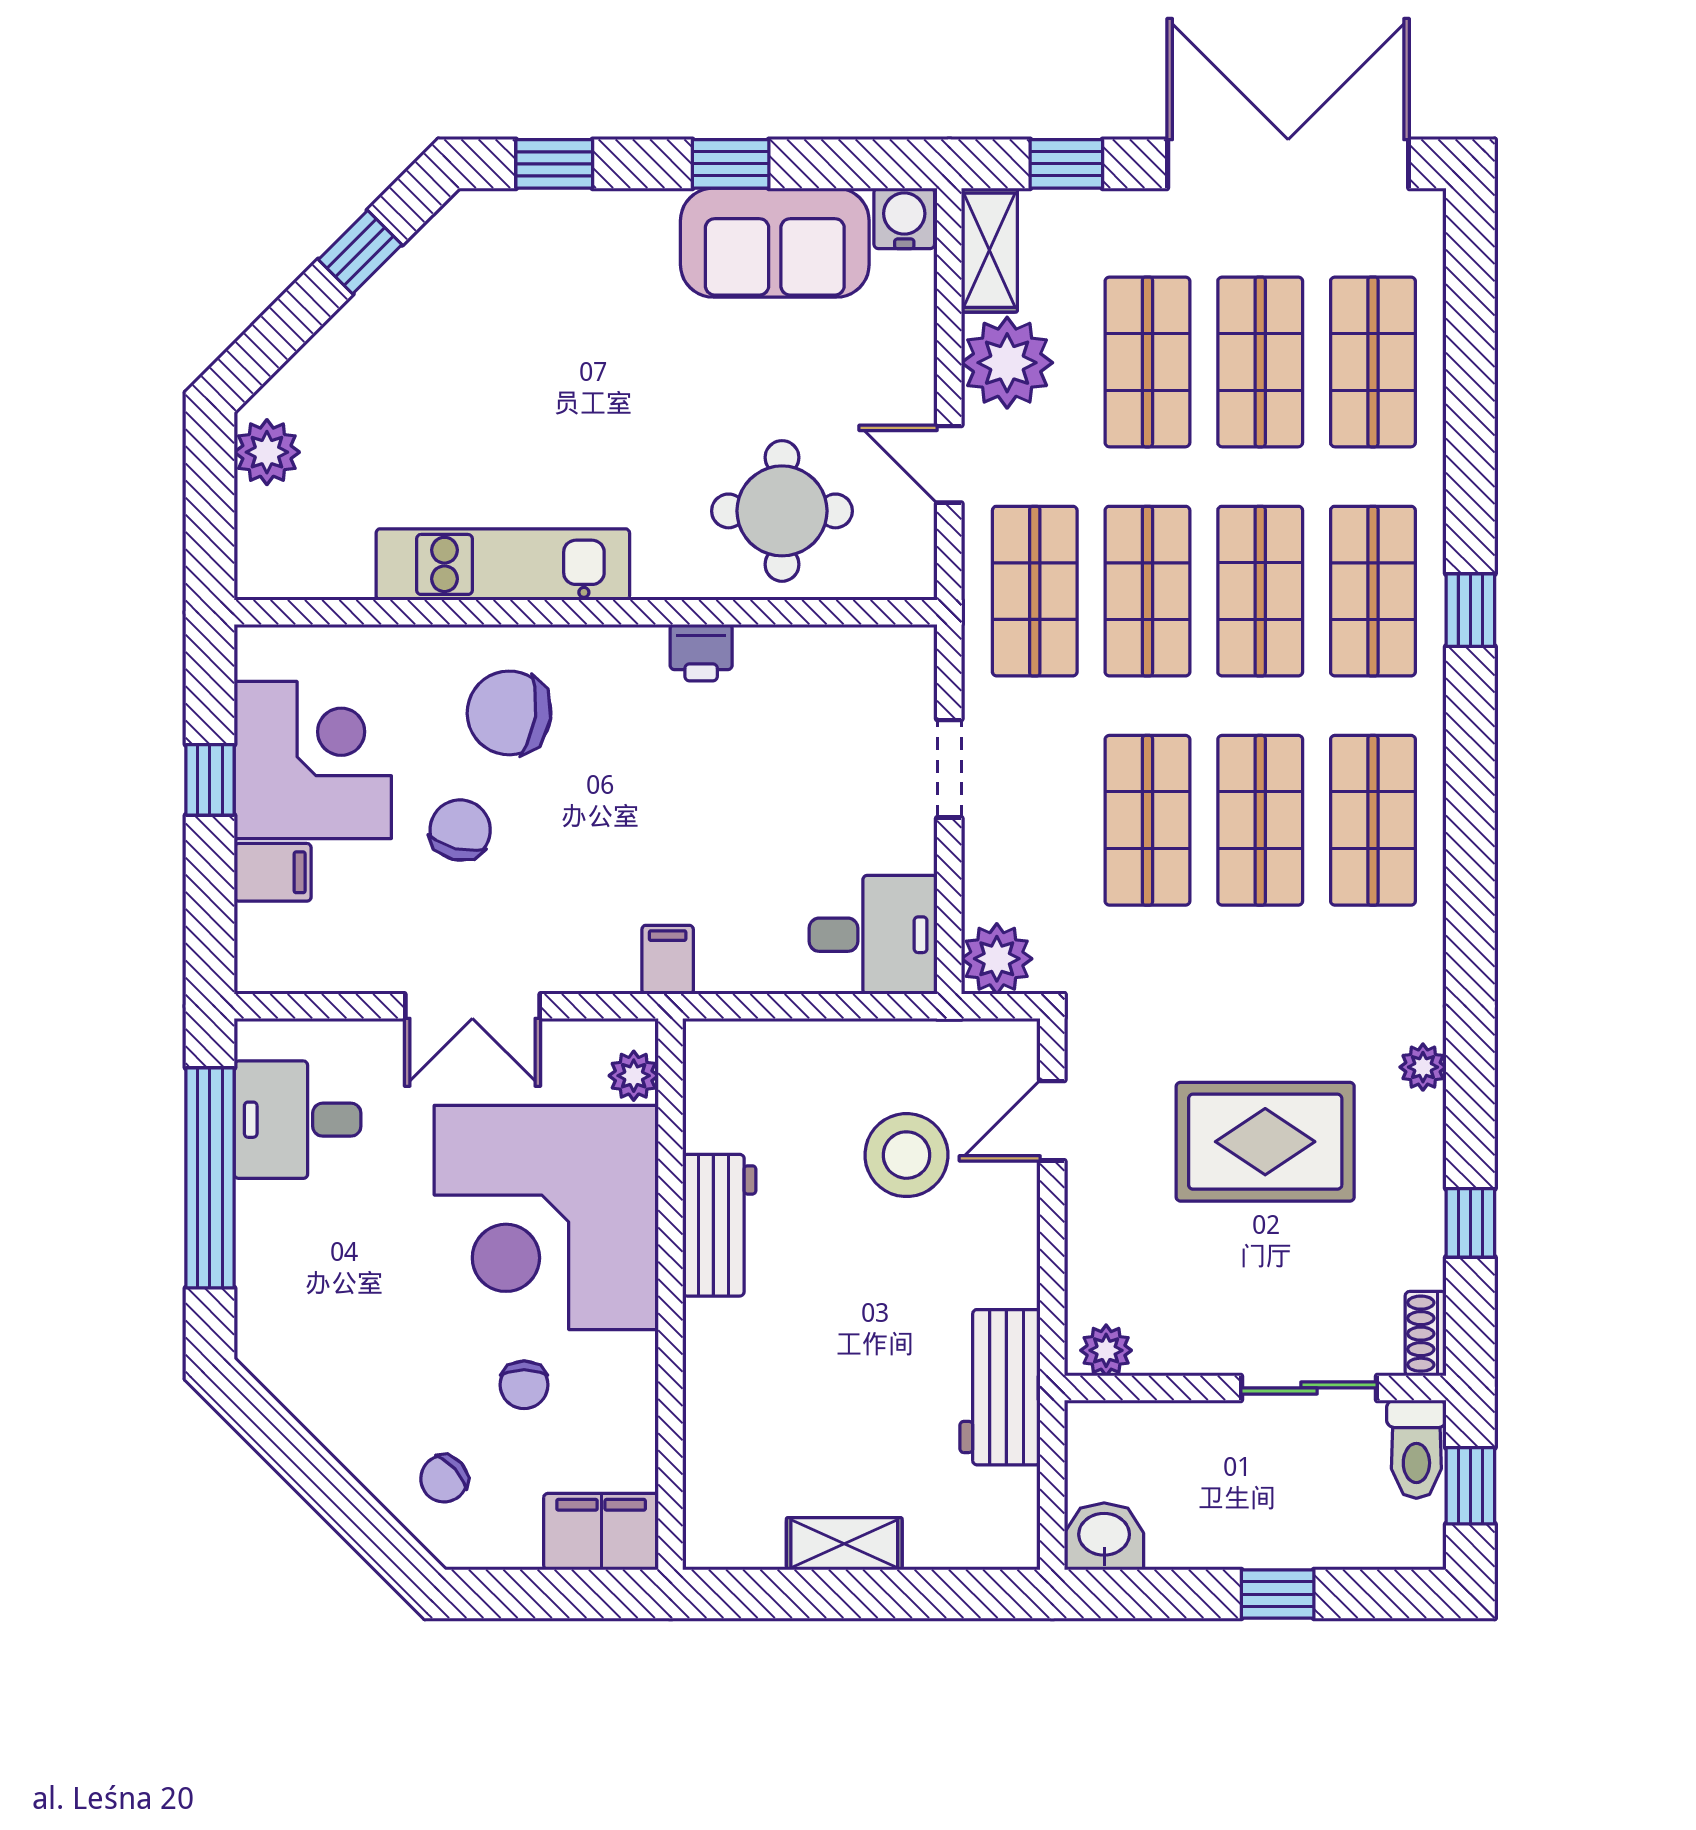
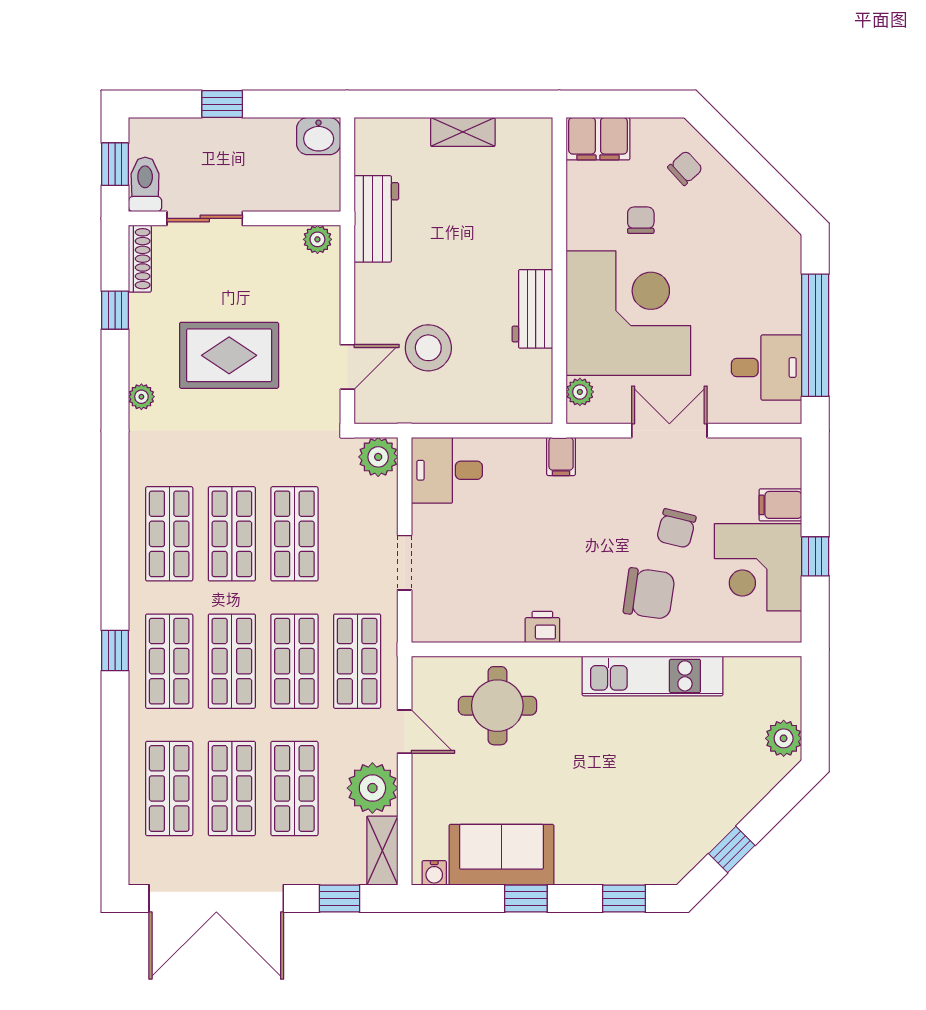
water cooler: (904, 218) -> (434, 873), width x0.72, depth x0.72
shoe rack: (1426, 1334) -> (140, 259), width x1.43

